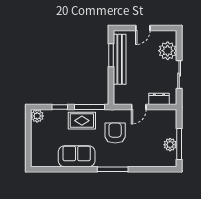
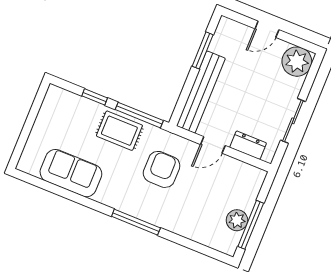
plant: (168, 51) -> (297, 62), moved
bench: (120, 59) -> (201, 92), moved
plant: (37, 116) -> (56, 97), removed
sofa: (77, 156) -> (71, 173), moved

